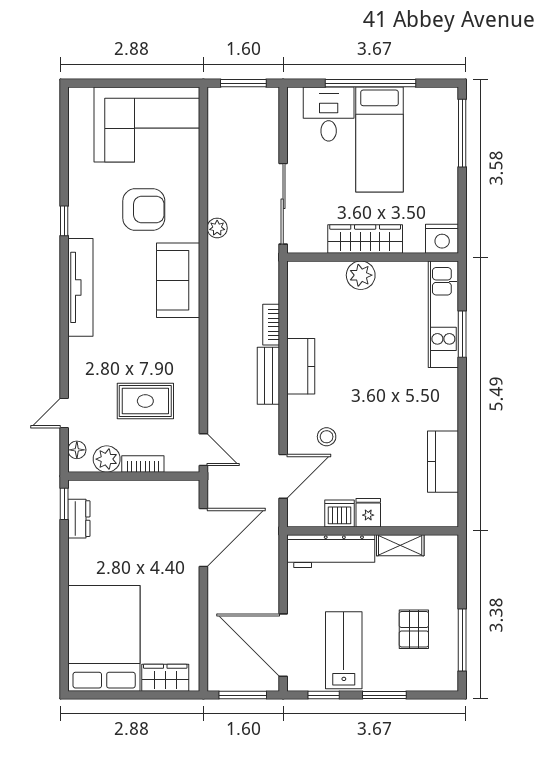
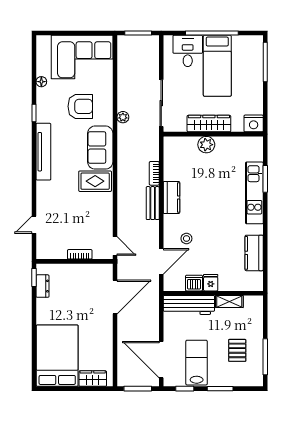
kitchen unit: (443, 314) -> (254, 193), moved
rug: (145, 401) -> (95, 181), moved
floor lamp: (77, 450) -> (41, 82), moved
plant: (107, 459) -> (59, 251), removed

